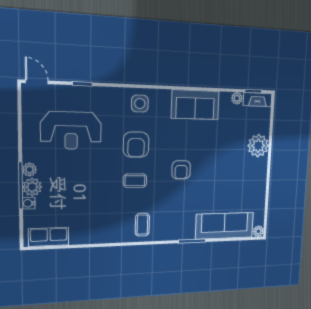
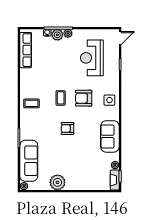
plant: (258, 146) -> (57, 182), moved
row of seats: (49, 237) -> (26, 50), width x1.48

